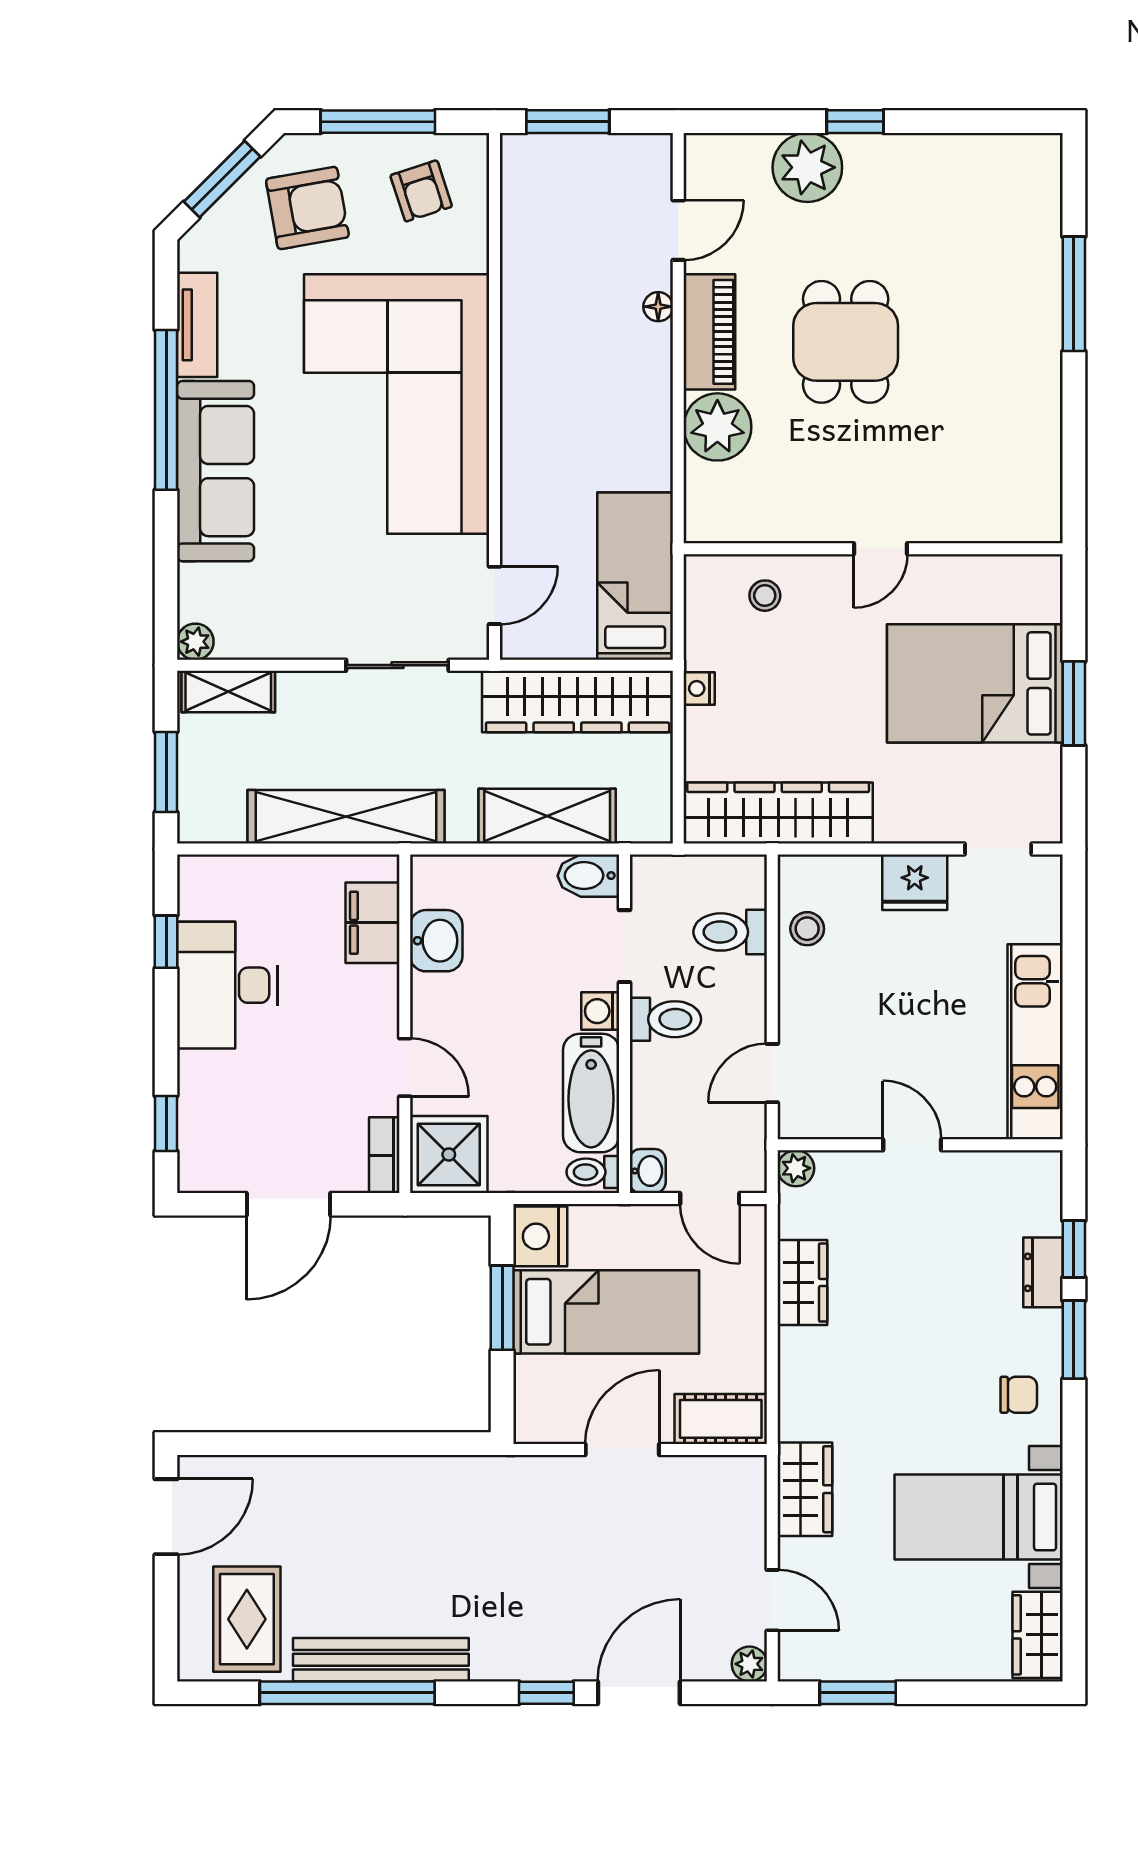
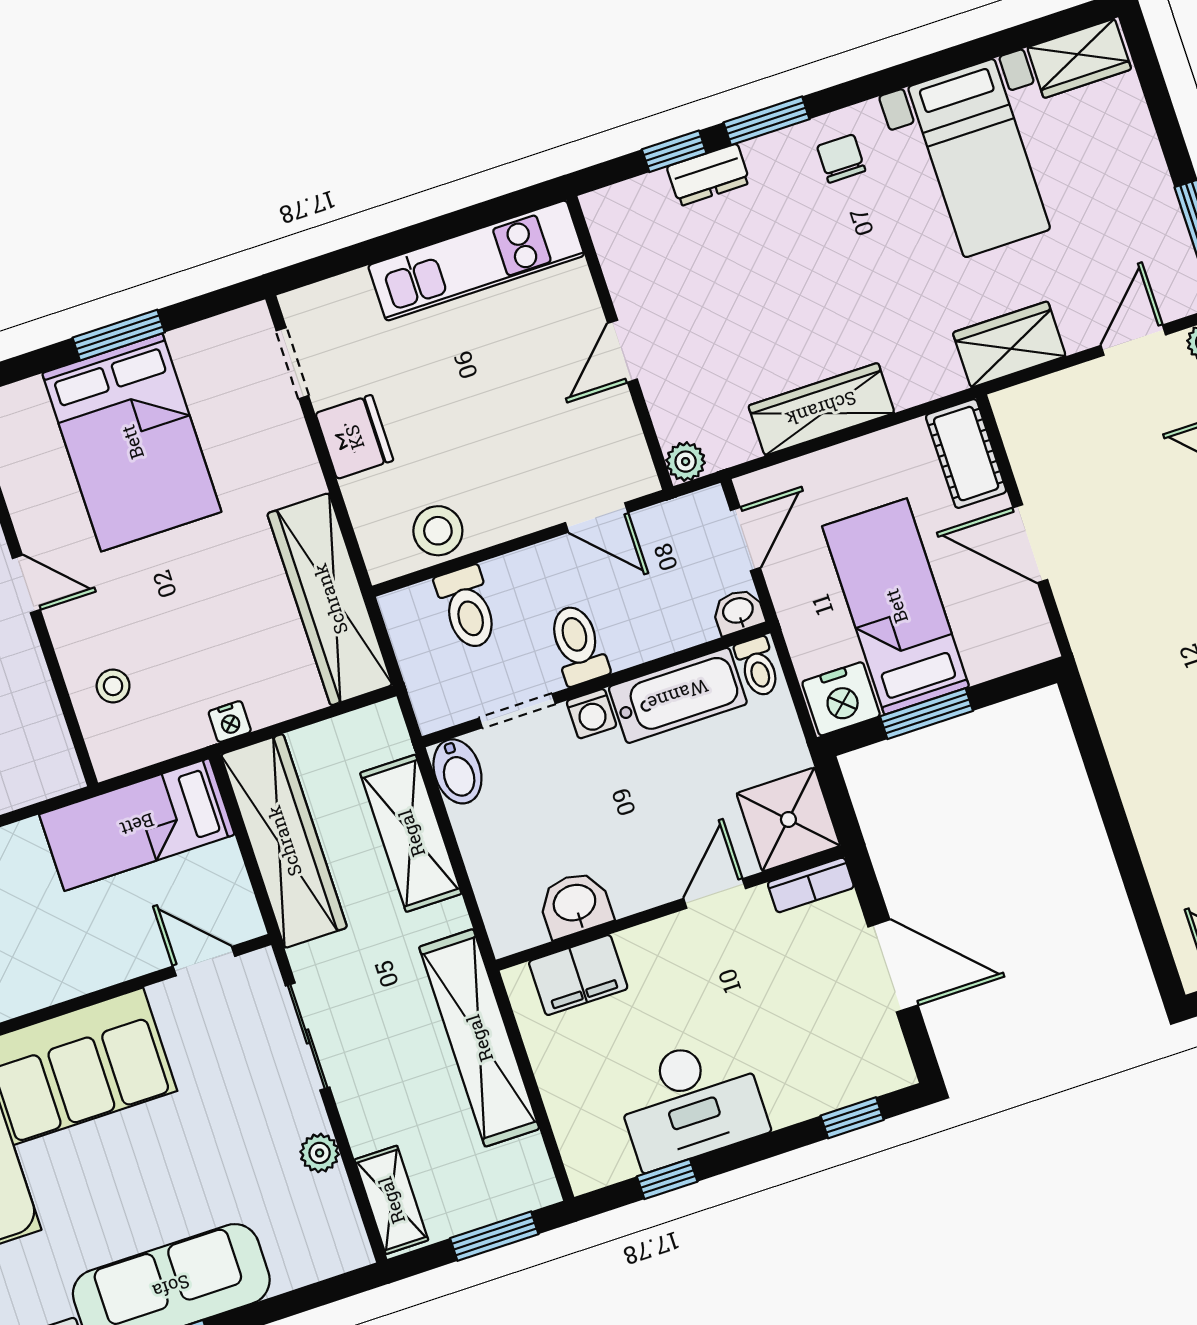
plant: (195, 642) -> (320, 1153), moved
stool: (807, 929) -> (438, 531), width x1.37, depth x1.37
wardrobe: (802, 1283) -> (821, 409), width x1.50

